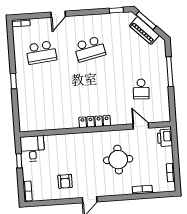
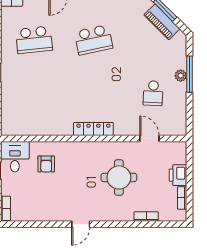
plant: (163, 73) -> (181, 76), added
printer: (165, 138) -> (178, 175), moved
armchair: (65, 181) -> (46, 164), moved

